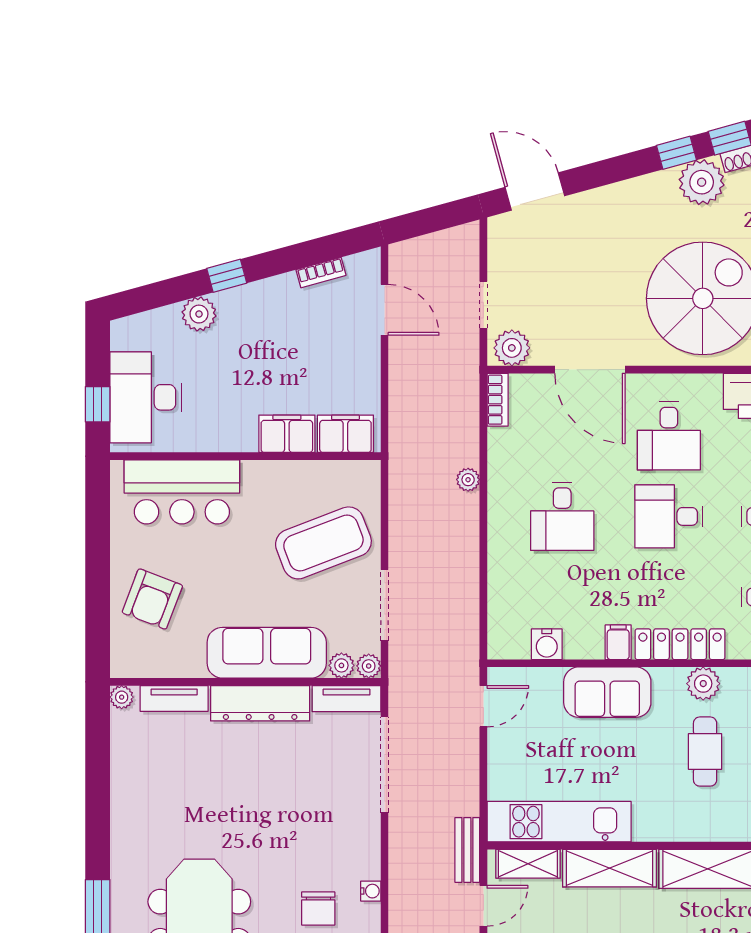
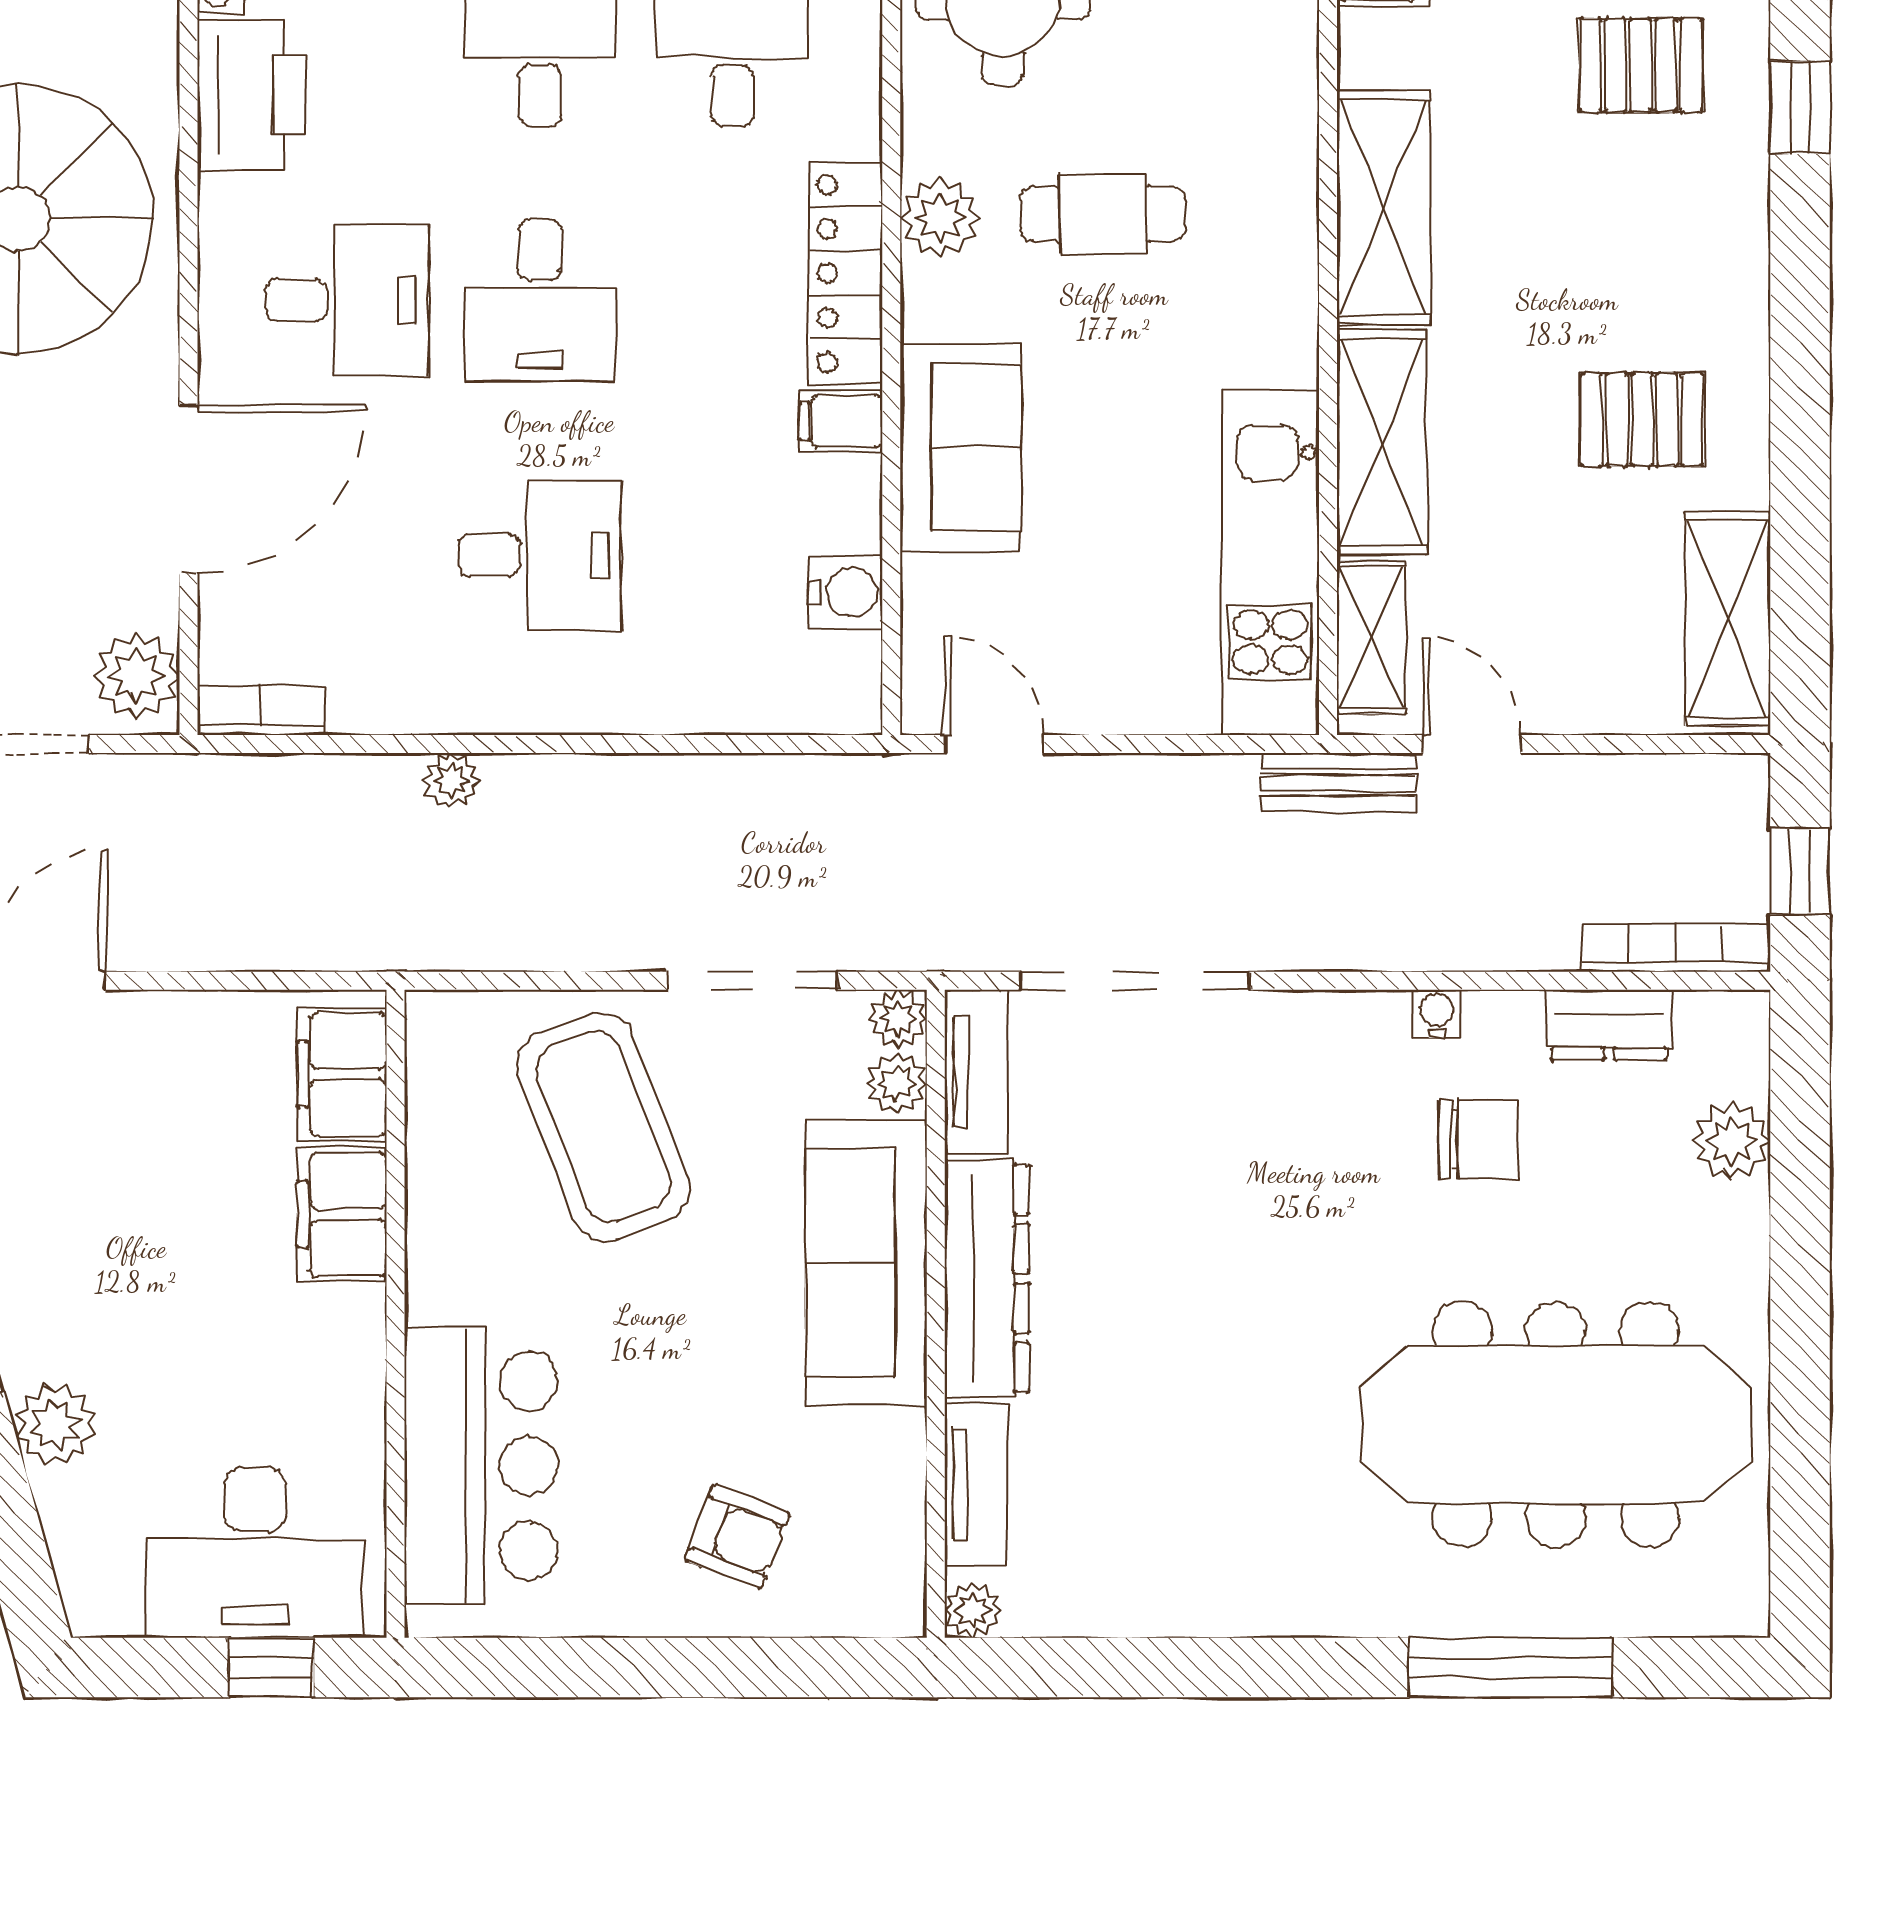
armchair: (152, 599) -> (737, 1537), width x0.72, depth x0.72

